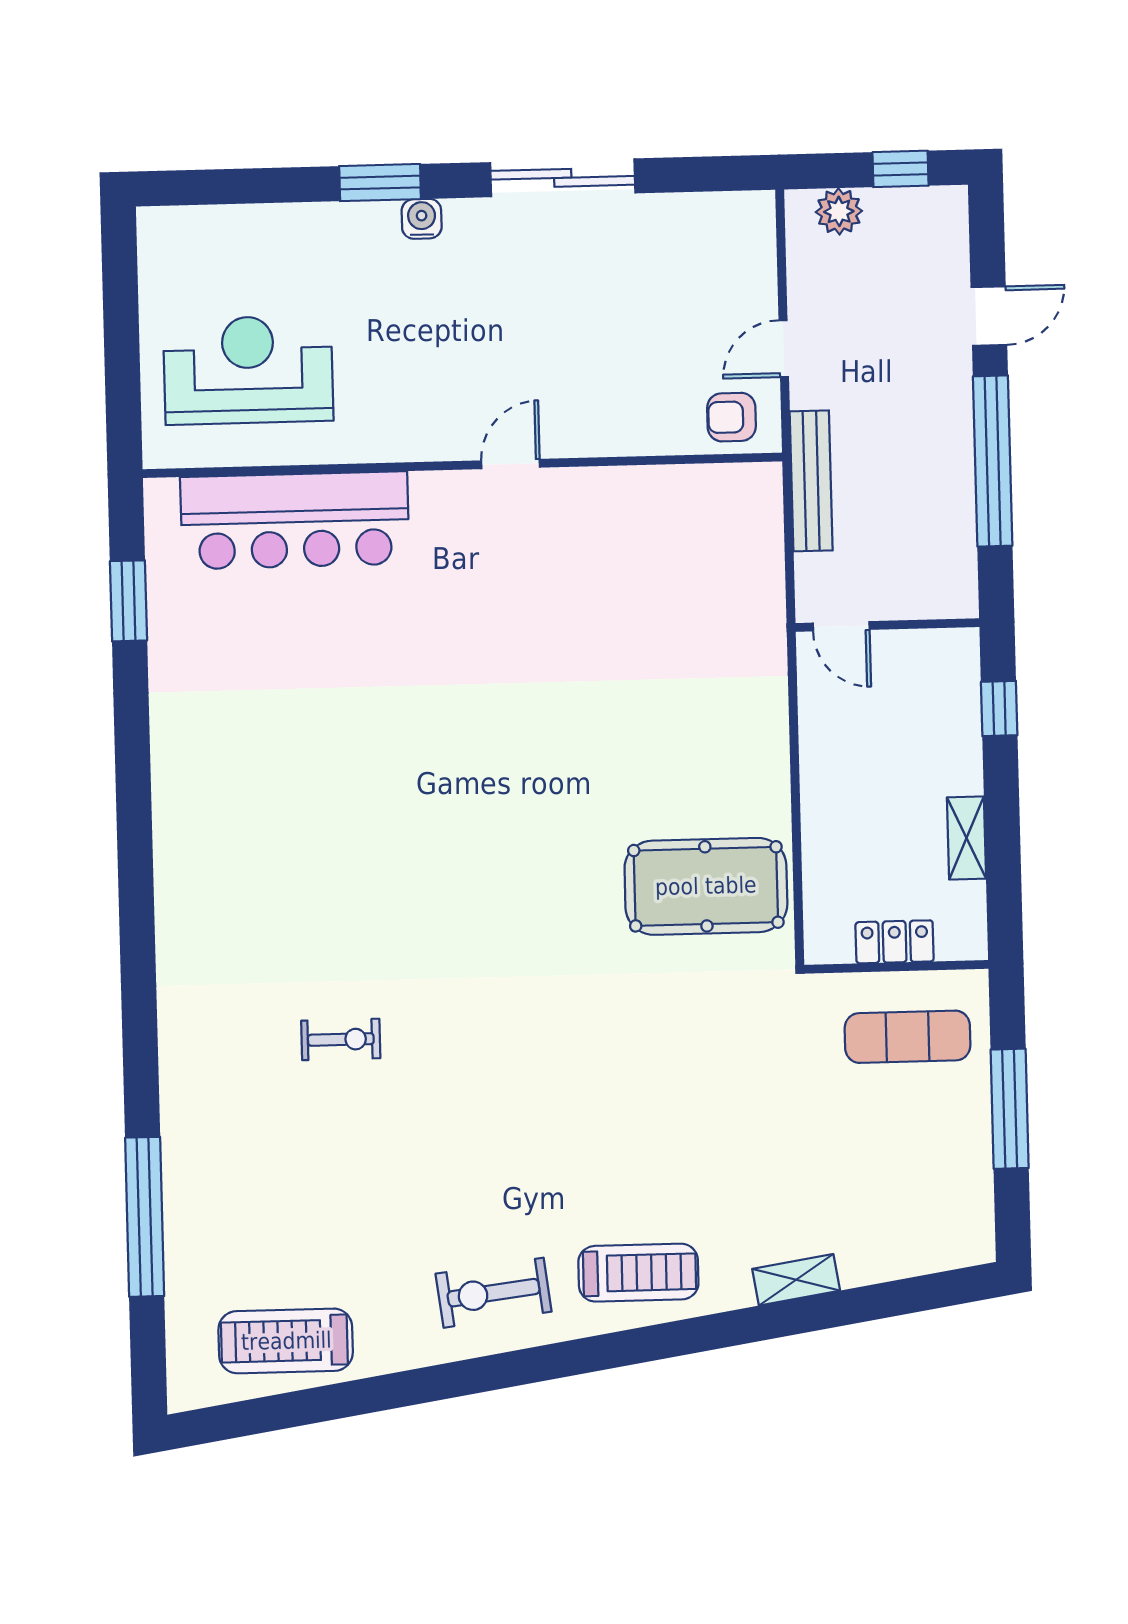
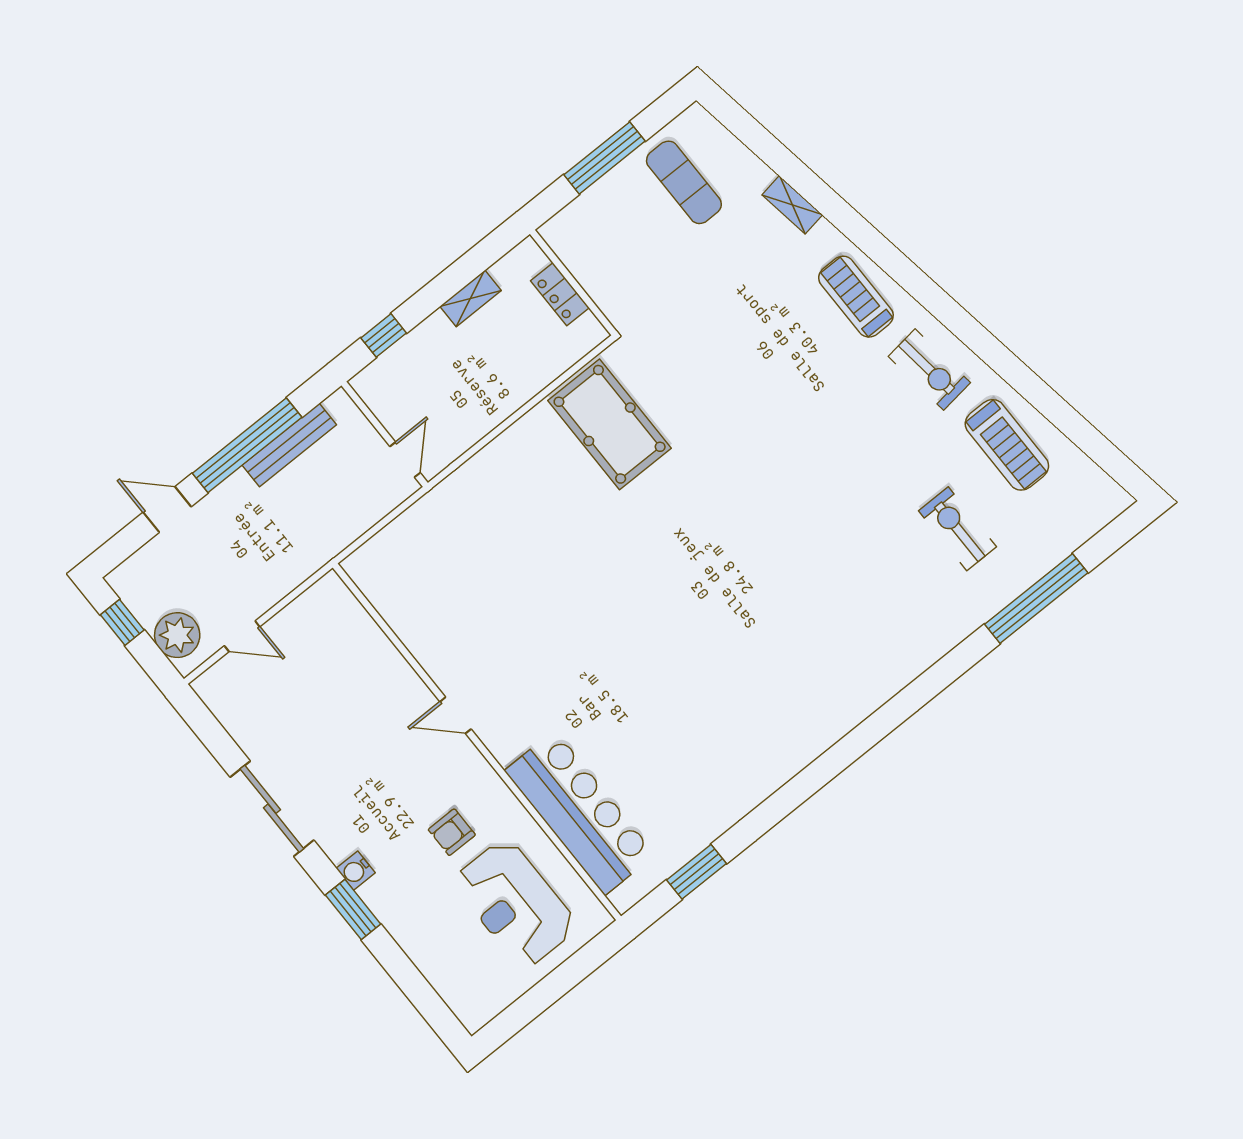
plant: (839, 211) -> (177, 635), width x1.36, depth x1.36
door: (784, 349) -> (242, 636), moved
armchair: (731, 417) -> (452, 832), moved, turned 90
bench: (811, 481) -> (289, 445), moved
exercise mat: (908, 1037) -> (684, 182), moved
exercise bike: (341, 1039) -> (957, 529), moved, width x1.38, depth x1.39
treadmill: (286, 1341) -> (1007, 445), moved

